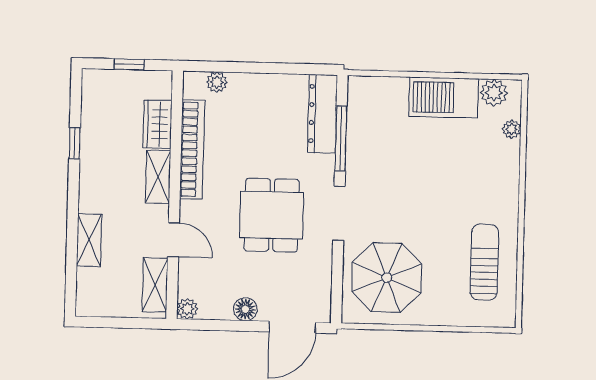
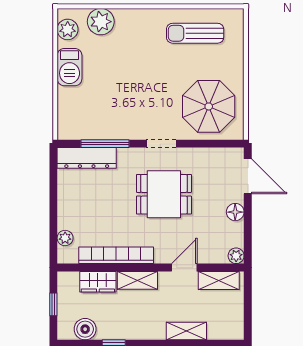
barbecue: (444, 97) -> (70, 67), width x0.73, depth x0.83
boiler: (95, 106) -> (85, 329), added
plant: (512, 129) -> (101, 22), width x1.88, depth x1.88
doorway: (339, 213) -> (161, 144), width x0.73

